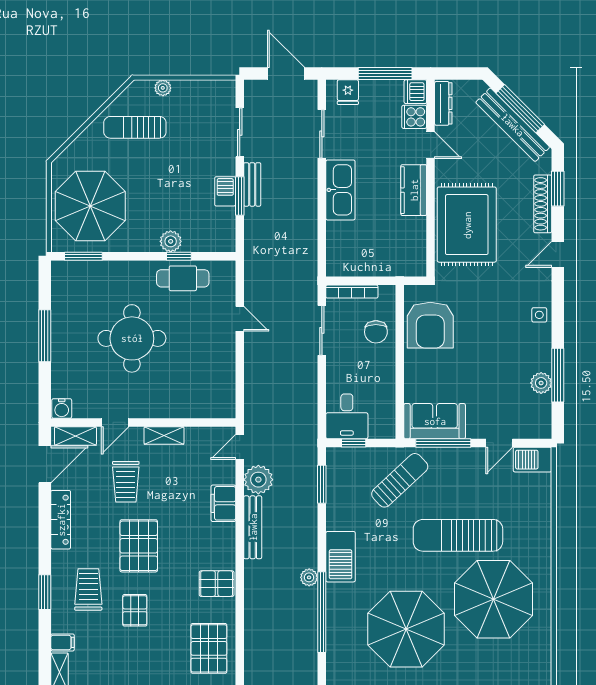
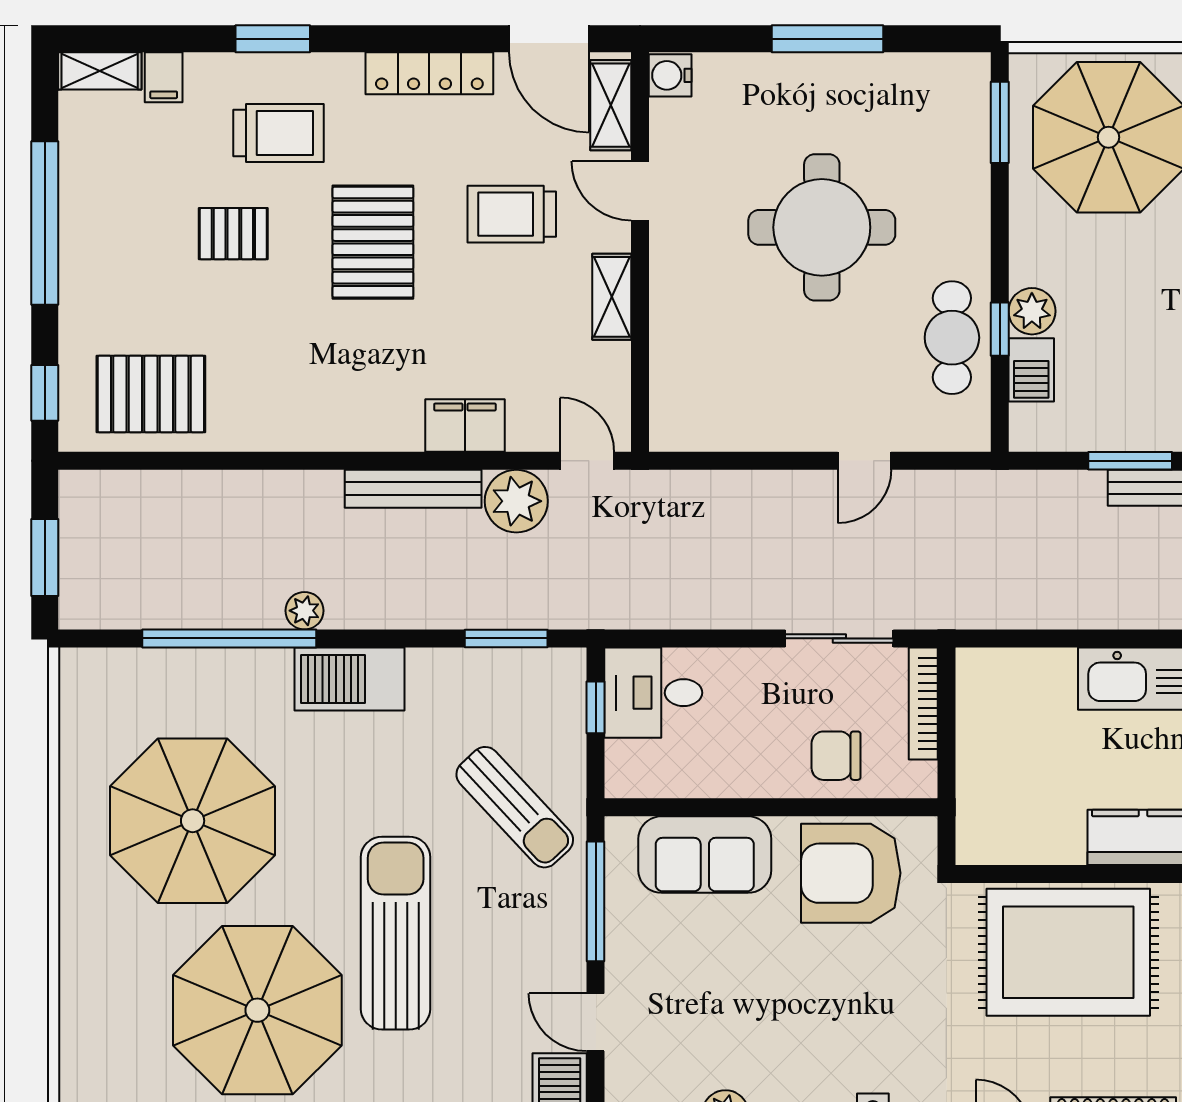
barbecue: (225, 191) -> (1031, 370), moved, turned 90
sofa: (435, 421) -> (705, 855), moved, turned 90
pallet: (139, 546) -> (373, 242), turned 90
pallet: (217, 584) -> (291, 411), removed

